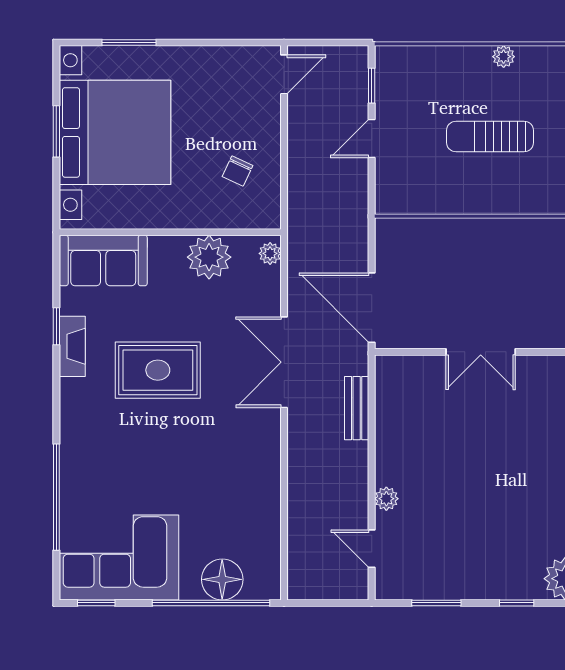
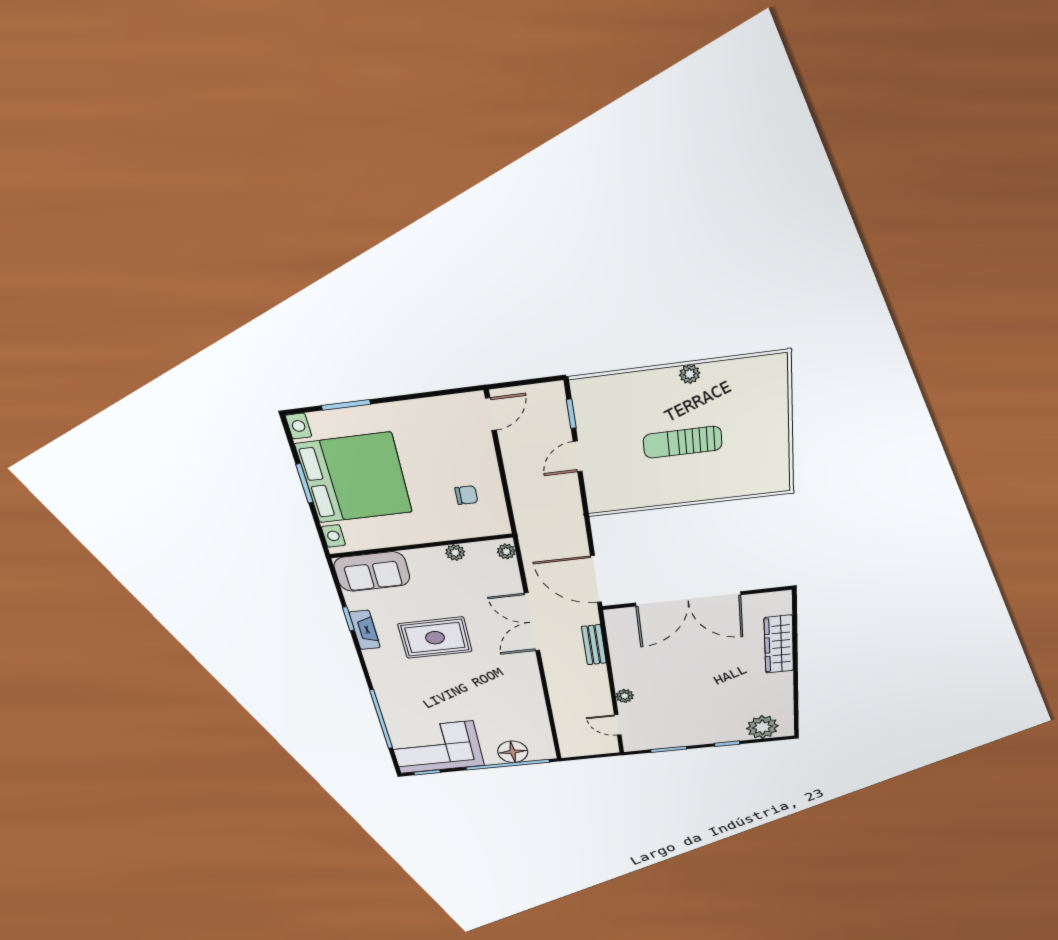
chair: (238, 171) -> (466, 495), turned -114
plant: (209, 257) -> (455, 553), width x0.53, depth x0.53
double door: (481, 352) -> (688, 599), width x1.87

